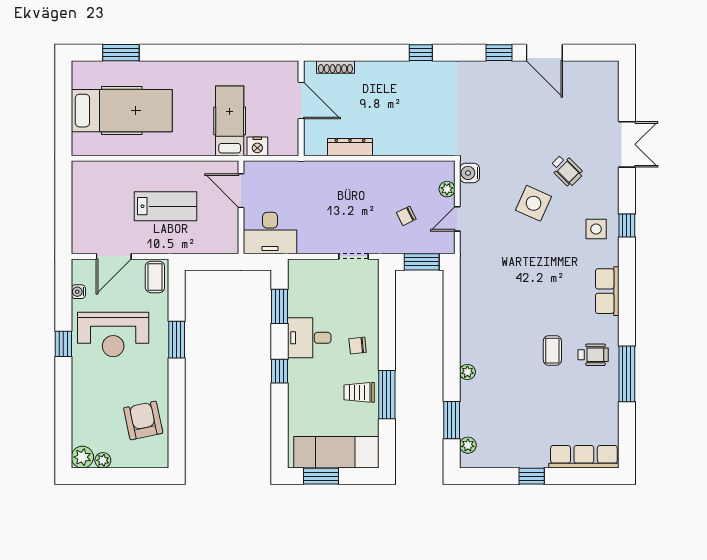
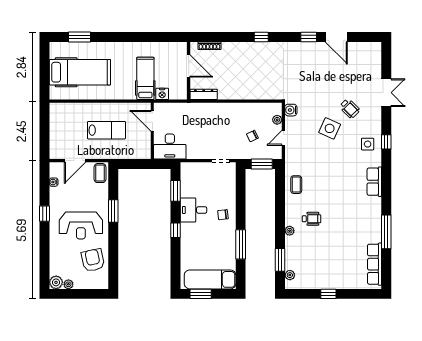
dresser: (350, 147) -> (204, 94), moved
reception desk: (113, 335) -> (81, 225), moved
coffee table: (552, 351) -> (296, 185), moved
wheelchair: (593, 355) -> (311, 219), moved
trolley: (359, 392) -> (224, 243), removed
row of seats: (584, 457) -> (375, 264), moved, turned -90

